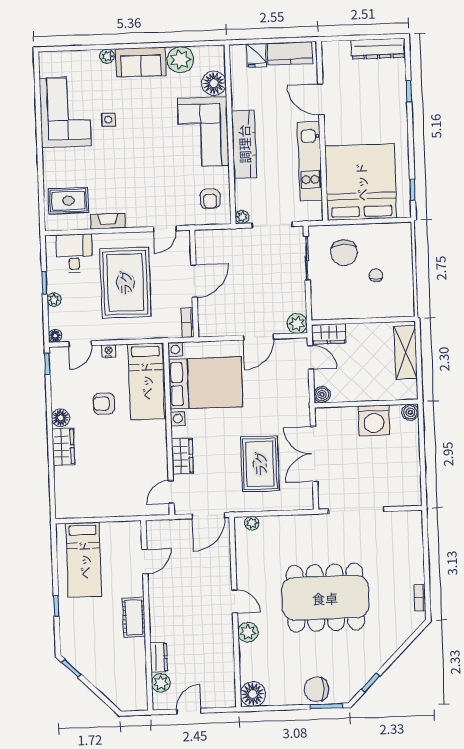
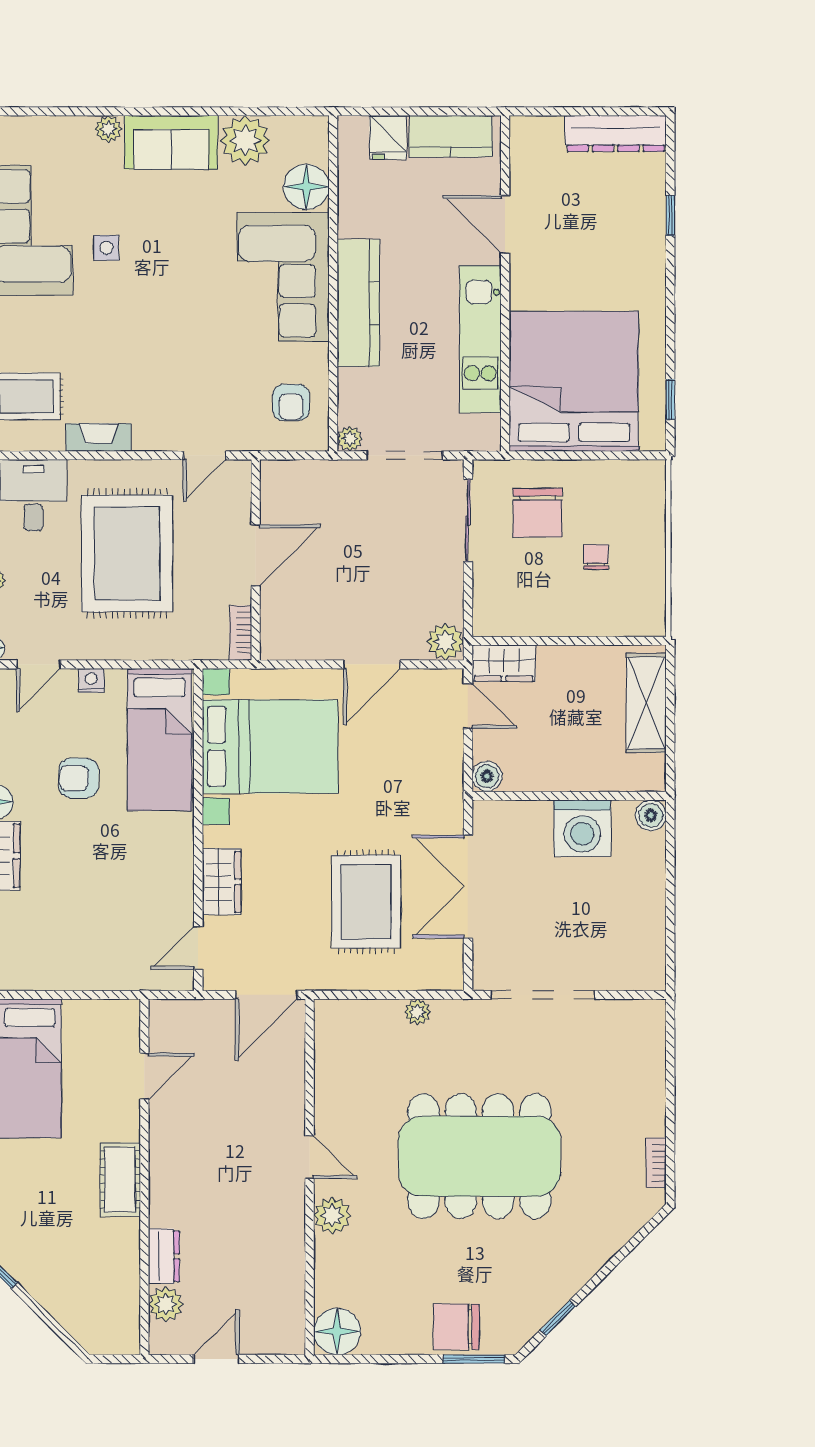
plant: (252, 523) -> (418, 1012), moved

